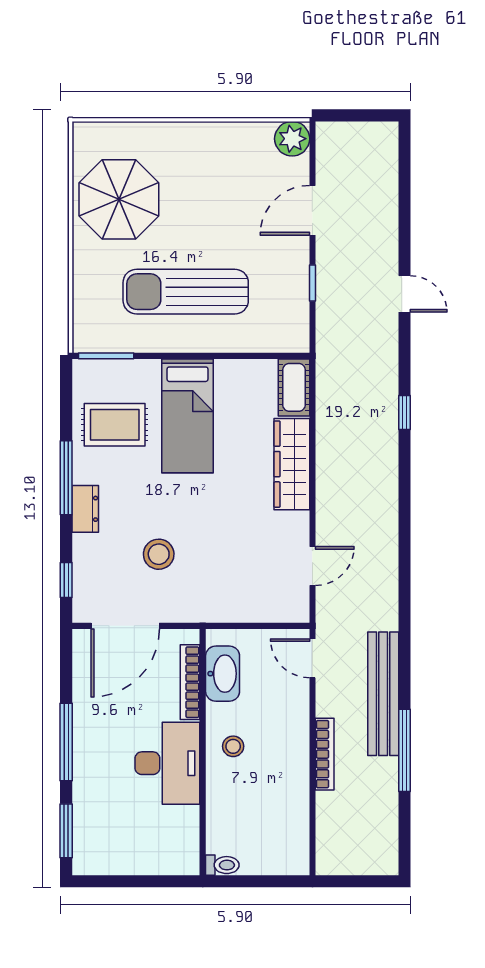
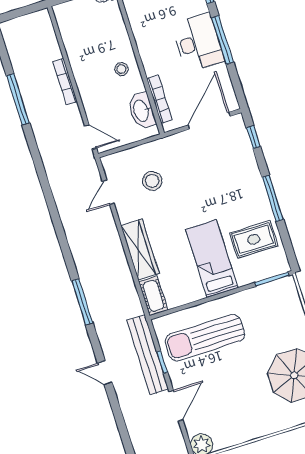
sun lounger: (186, 292) -> (205, 338), moved, turned 180
window: (405, 412) -> (82, 302), width x2.17
dresser: (85, 509) -> (255, 183), removed
stool: (159, 554) -> (152, 181), moved
bench: (383, 694) -> (148, 355), moved
desk: (167, 763) -> (198, 42), moved, turned 180

